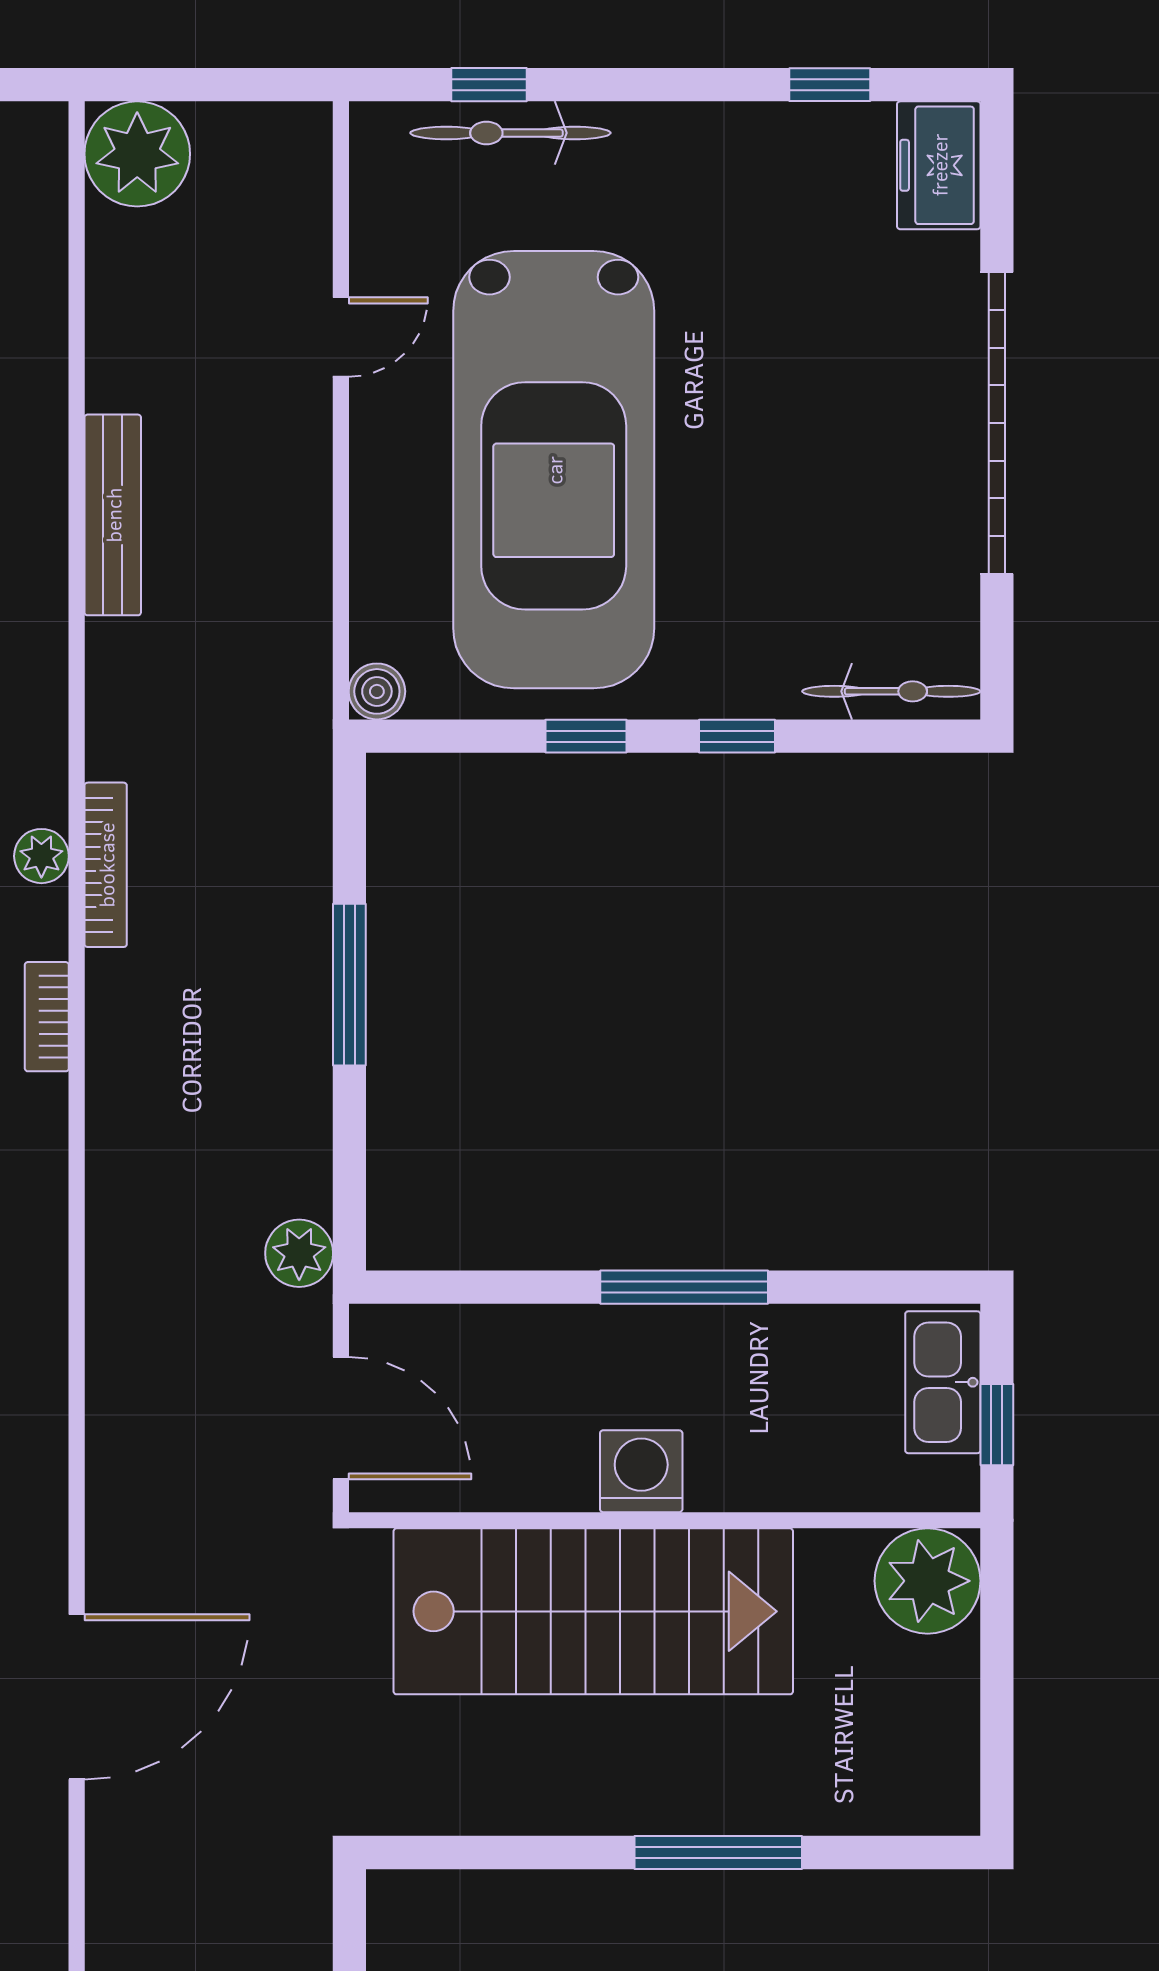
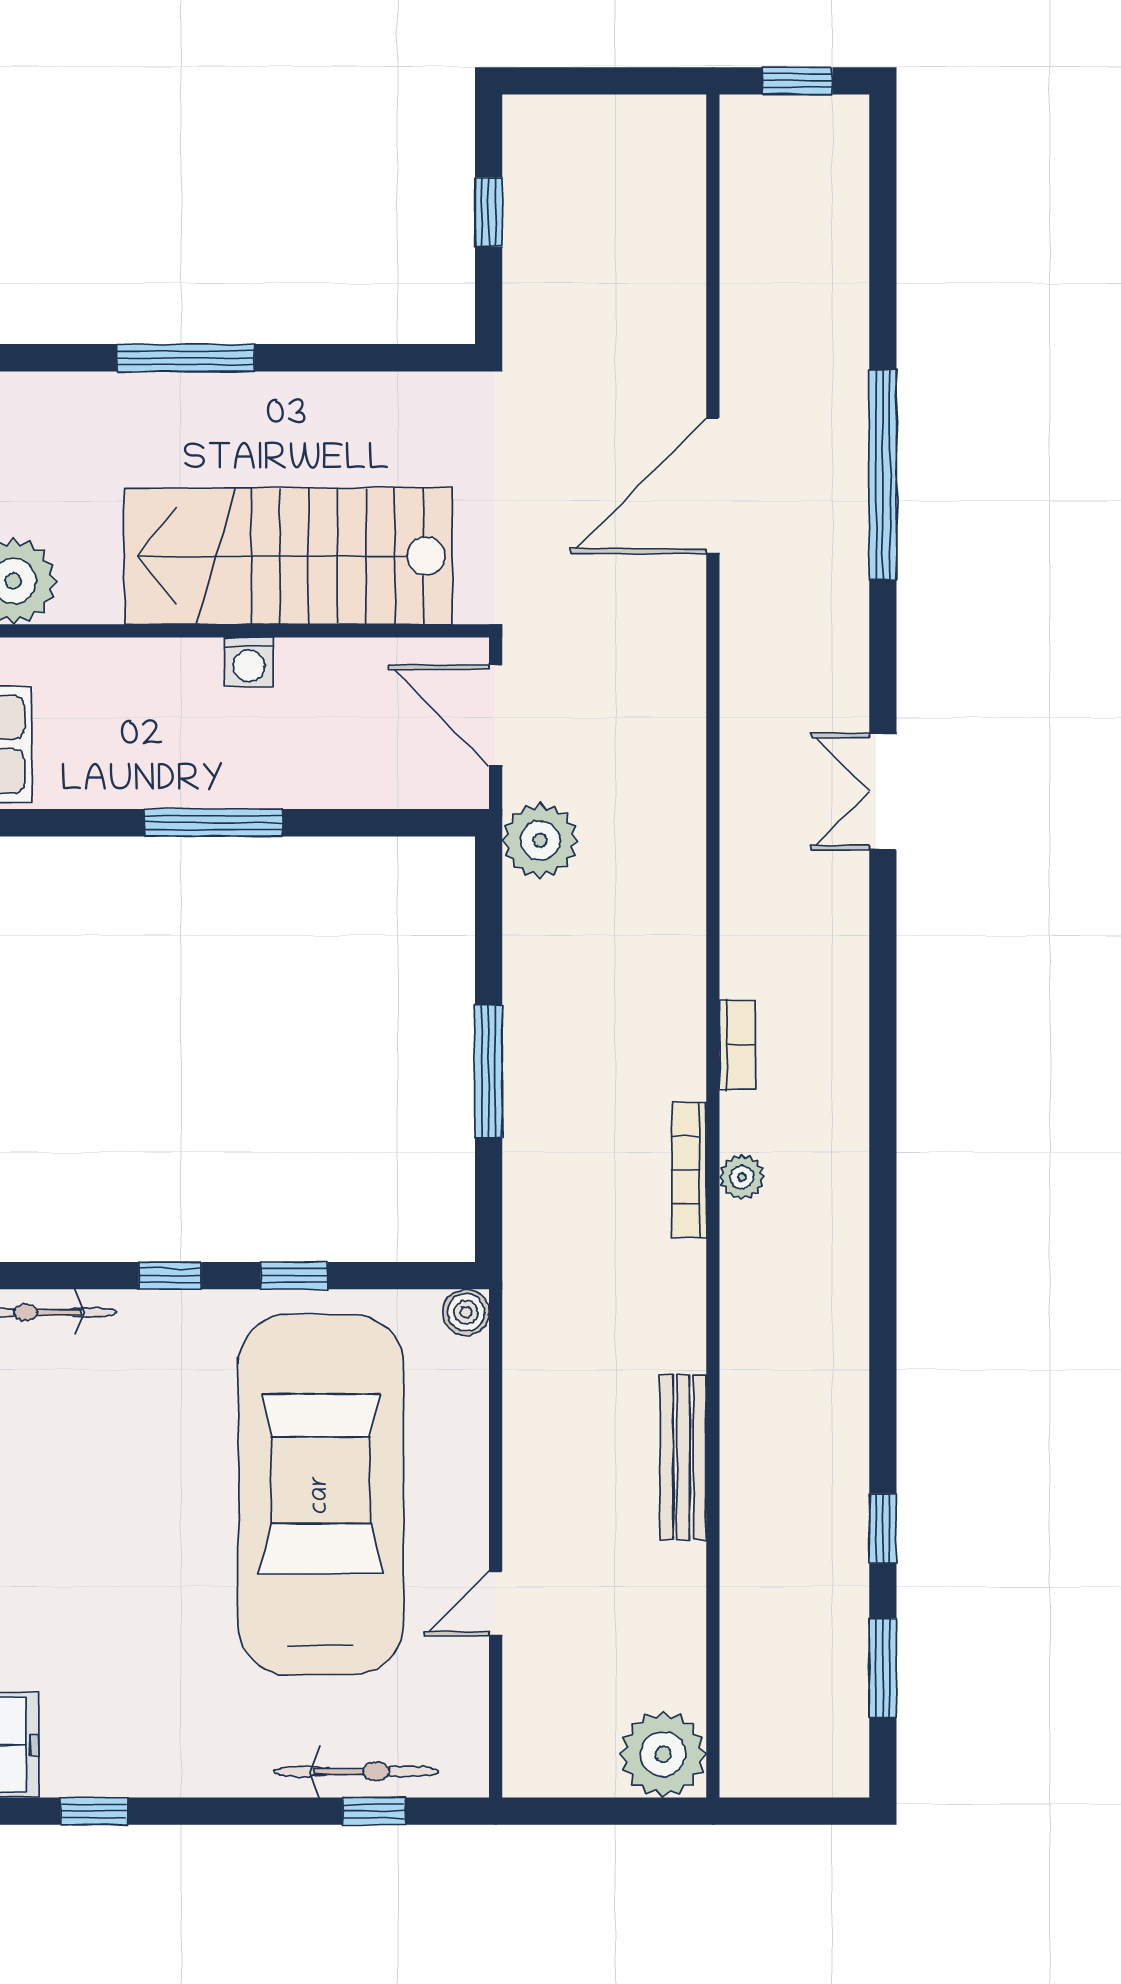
plant: (299, 1253) -> (540, 840), width x1.36, depth x1.36
washing machine: (641, 1471) -> (249, 662), width x0.73, depth x0.73

